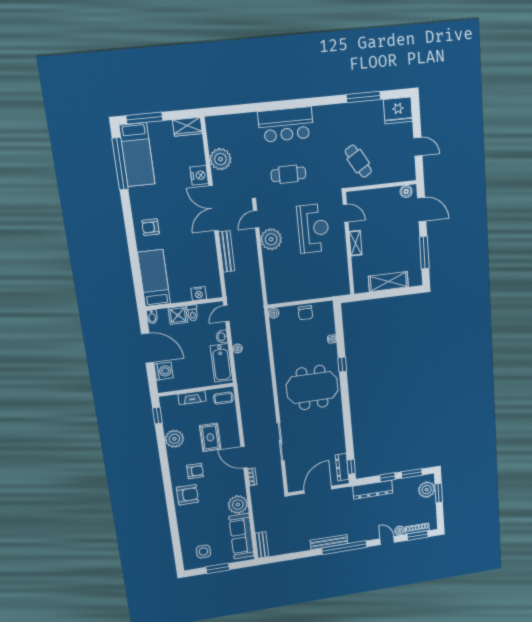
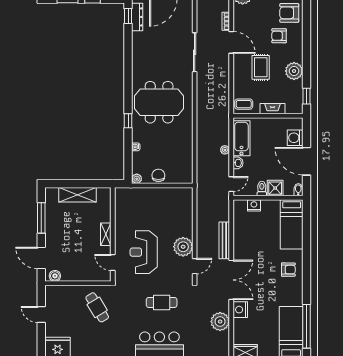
plant: (274, 313) -> (137, 179), moved

